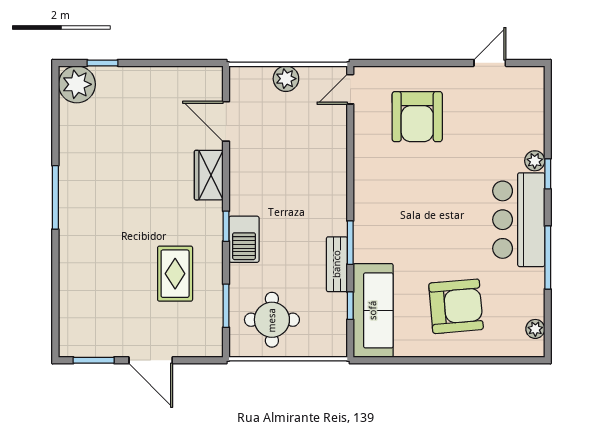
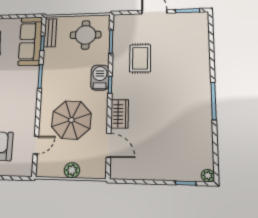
plant: (77, 84) -> (208, 176), width x0.53, depth x0.53
door: (350, 89) -> (36, 145), moved
parasol: (291, 164) -> (71, 120), added
bench: (337, 264) -> (50, 33), moved

